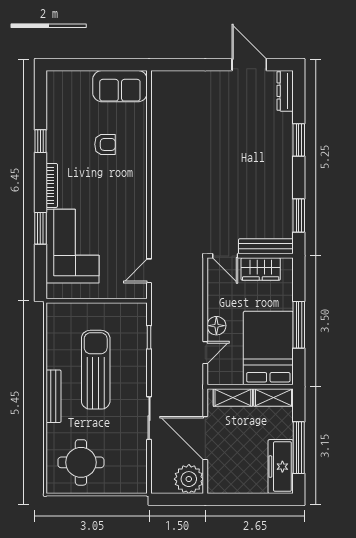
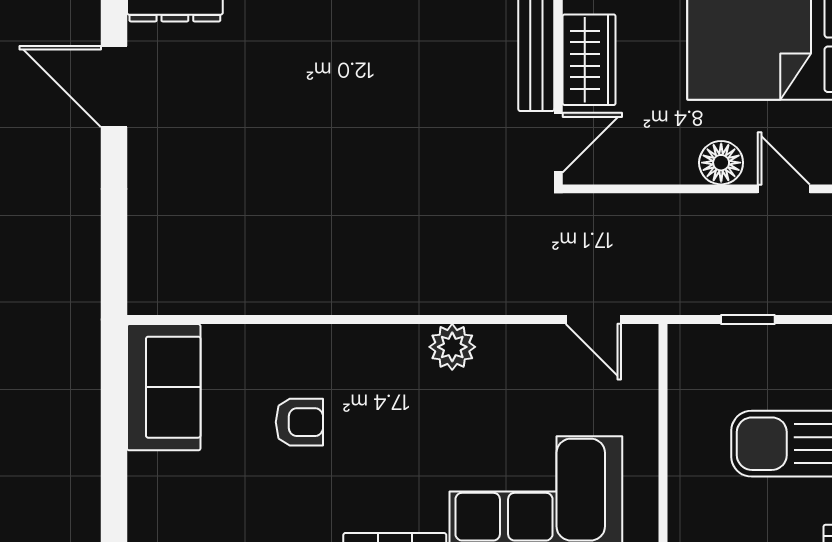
door: (249, 65) -> (114, 86), hinge flipped
armchair: (105, 144) -> (299, 422), turned 90
plant: (137, 210) -> (452, 347), added

